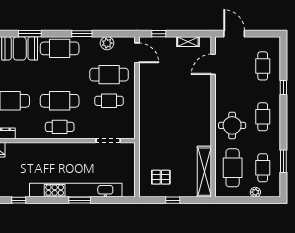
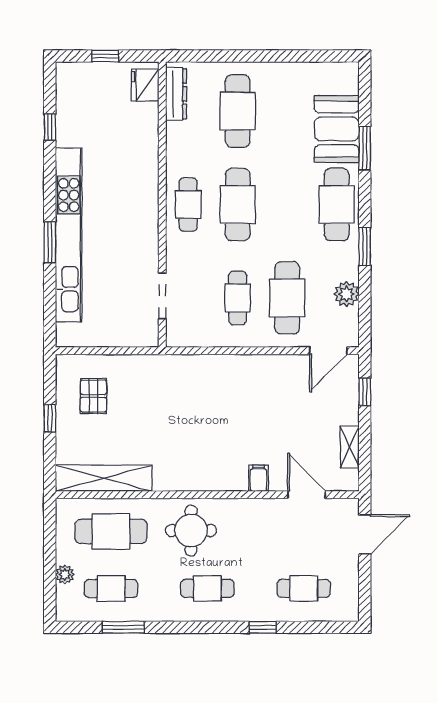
filing cabinet: (204, 90) -> (258, 478), added

